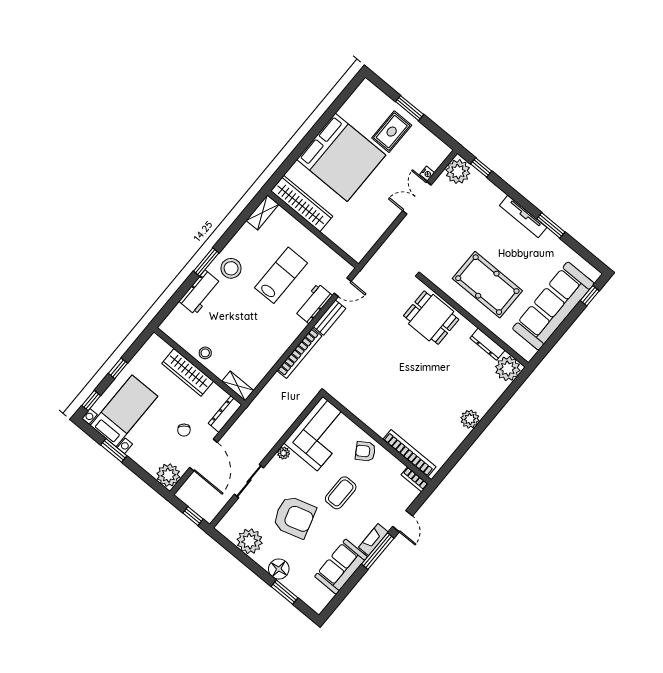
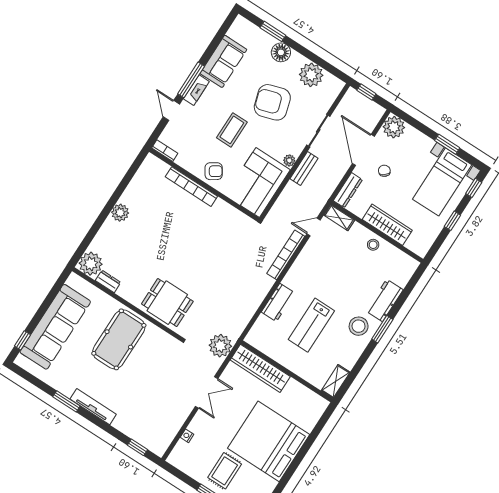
plant: (458, 172) -> (220, 346), moved
double door: (417, 198) -> (207, 392), moved
wardrobe: (302, 204) -> (260, 368), moved
pool table: (487, 285) -> (119, 339), turned 90
door: (343, 287) -> (314, 227), moved
bench: (329, 318) -> (304, 168), moved
dresser: (487, 344) -> (108, 281), width x0.70
bookcase: (409, 453) -> (191, 187), moved

